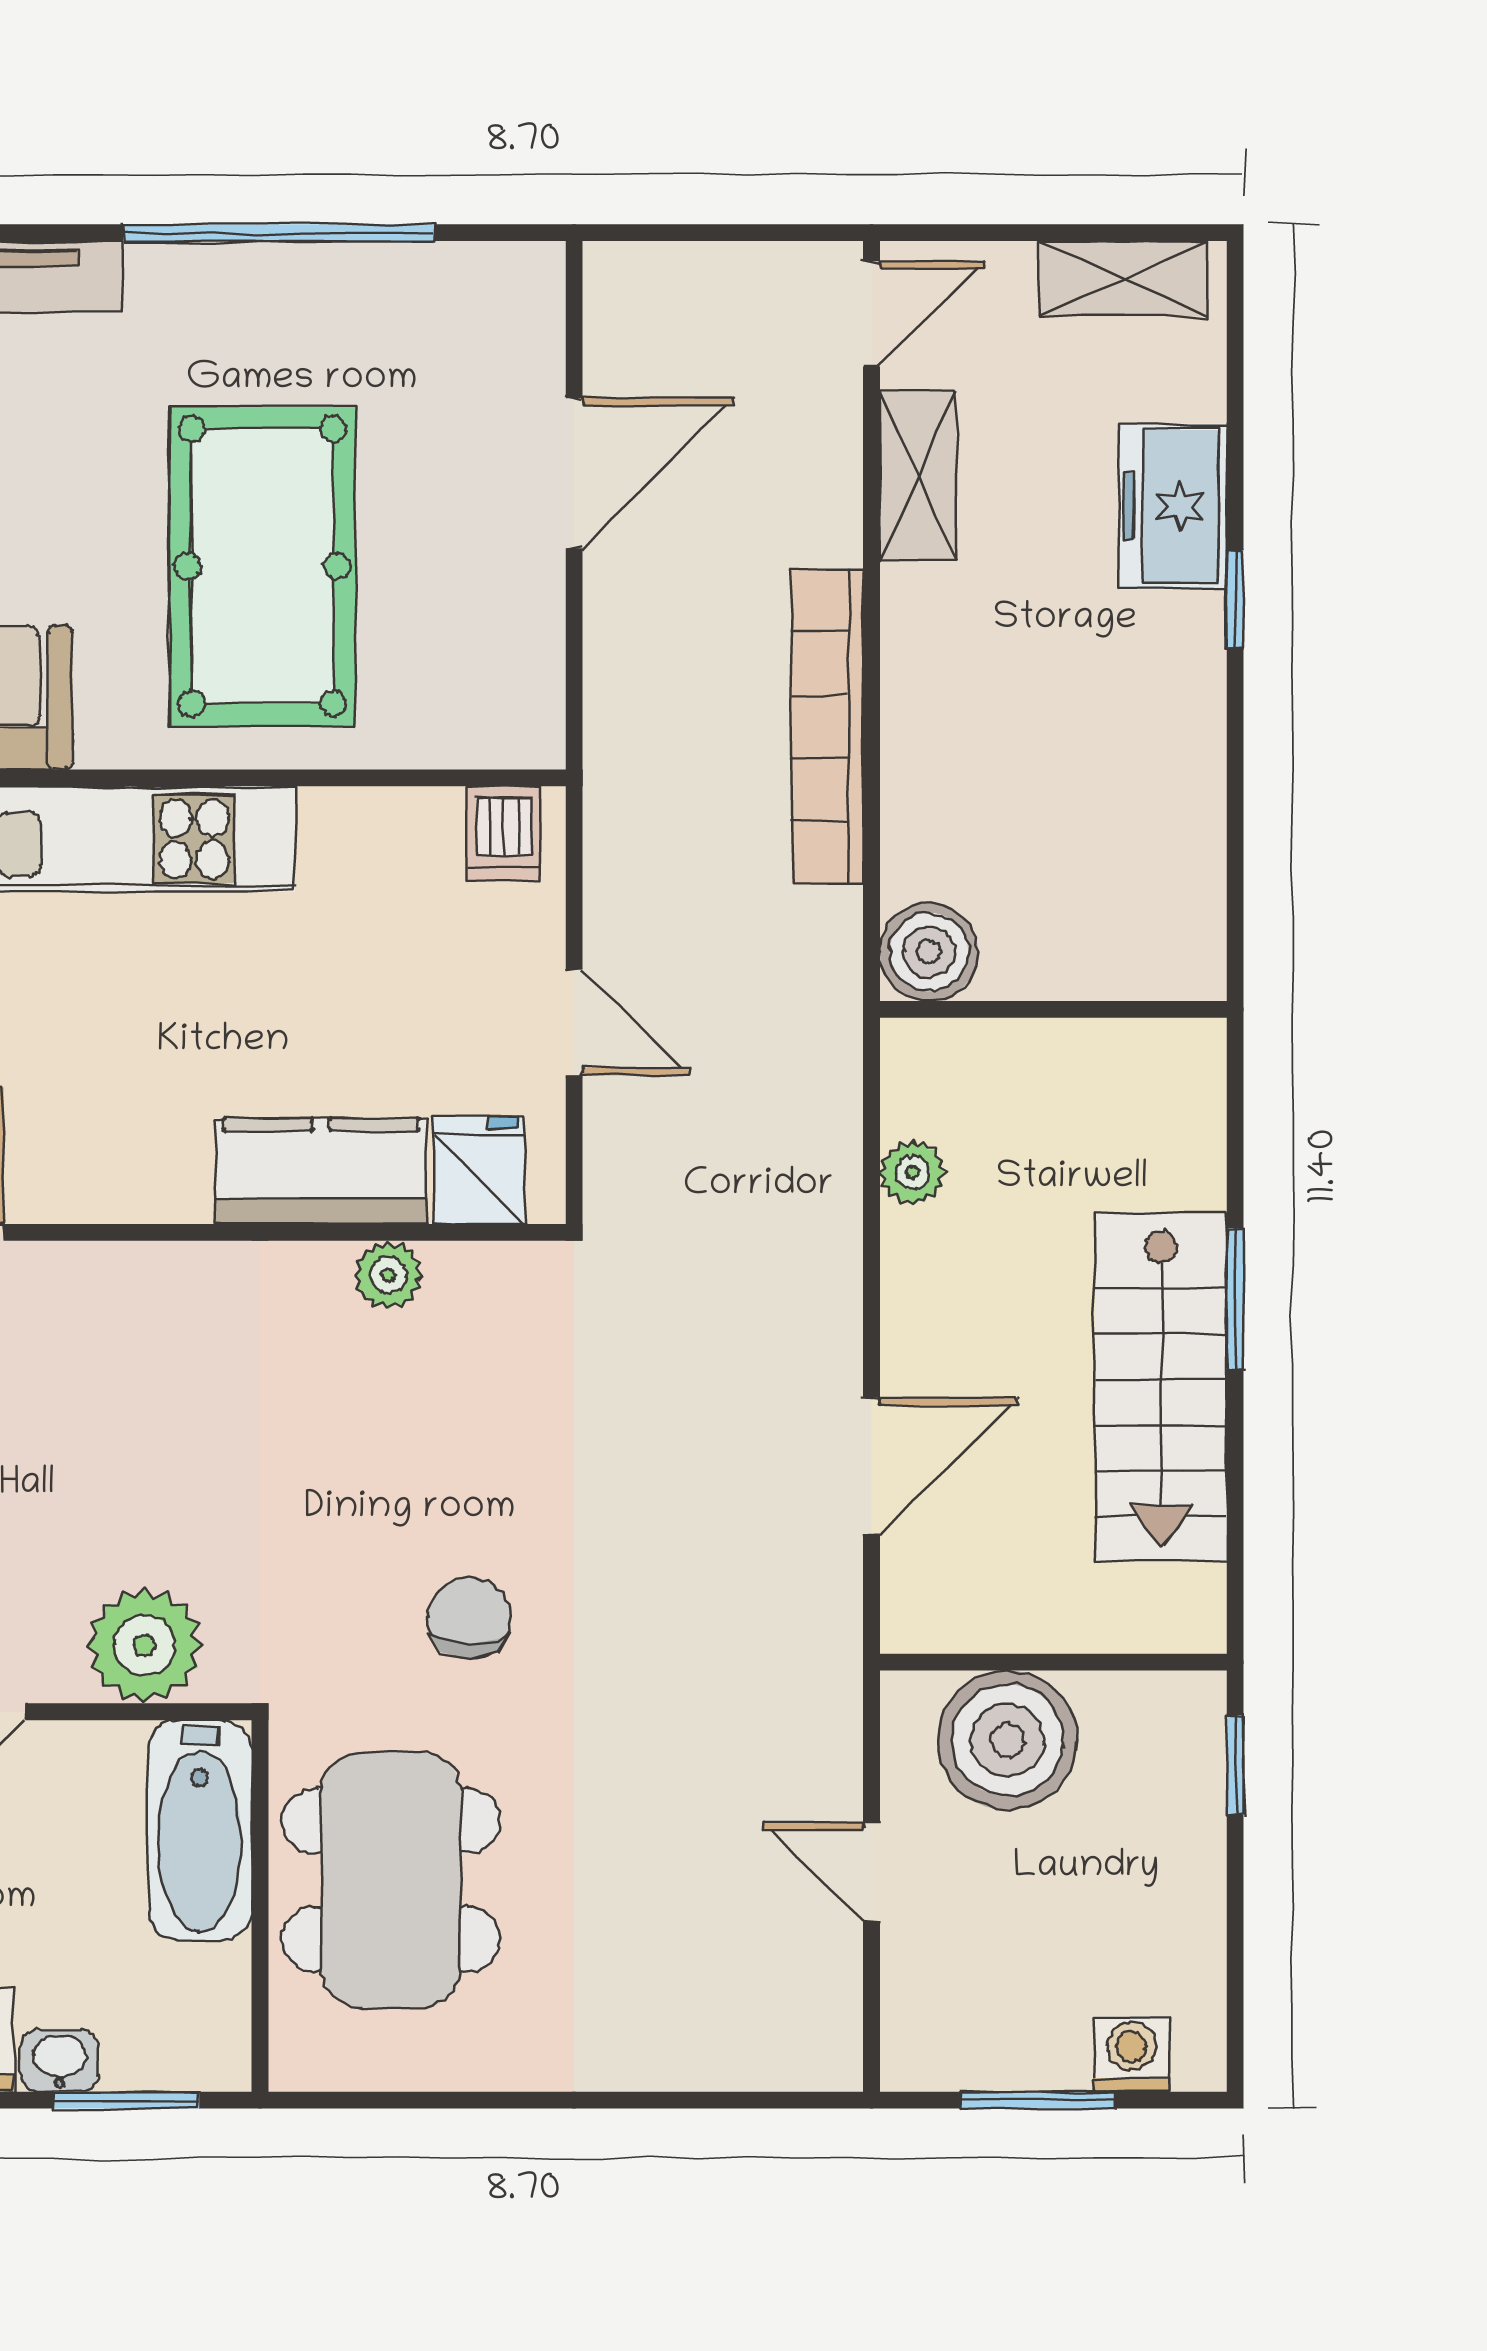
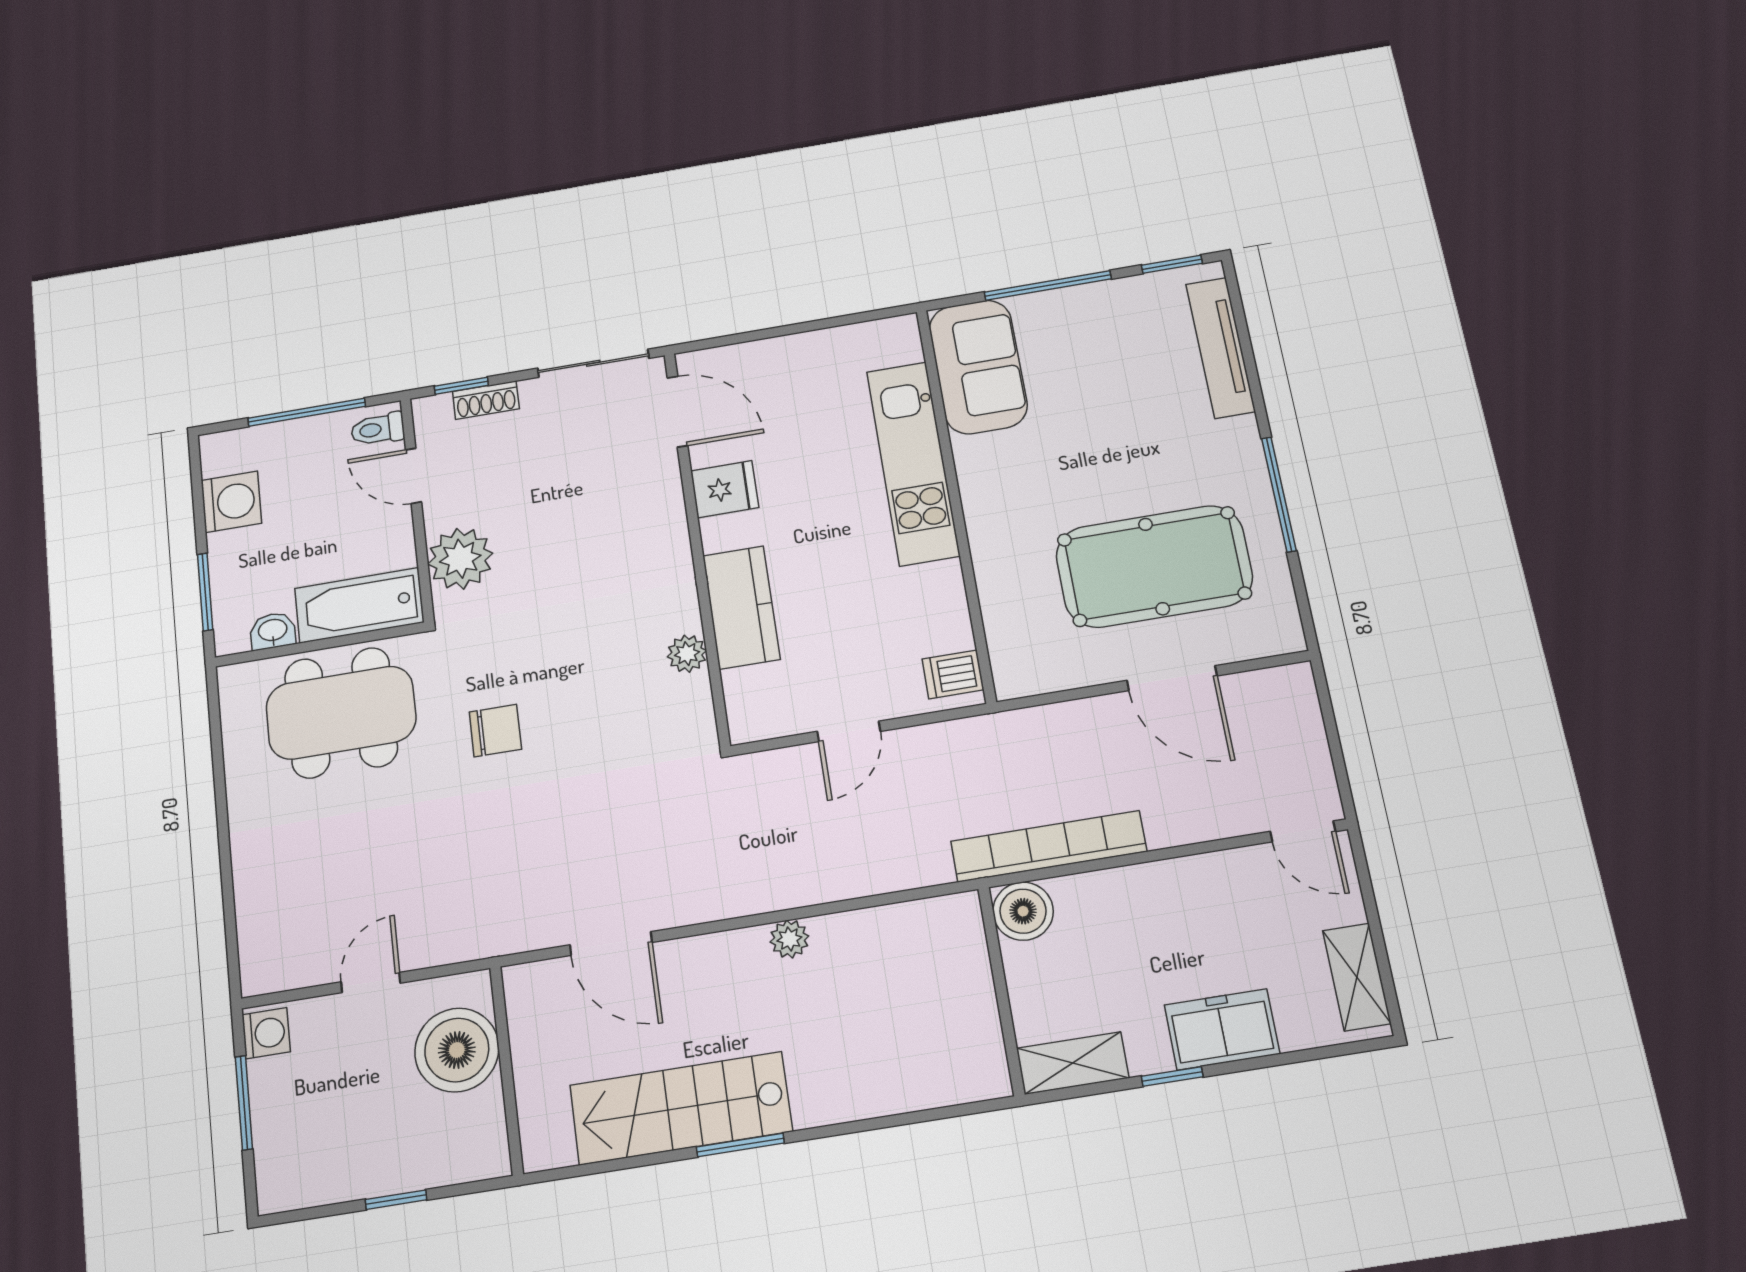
window: (279, 233) -> (1279, 494), width x0.68
shelving: (918, 475) -> (1073, 1063), moved
pool table: (262, 566) -> (1154, 566), moved
boiler: (929, 952) -> (1023, 911), moved
wall: (1053, 1009) -> (1001, 990), moved
fridge: (479, 1170) -> (725, 489), moved
window: (1235, 1765) -> (396, 1200), moved
washing machine: (1131, 2054) -> (266, 1033), moved
washbasin: (59, 2060) -> (273, 631), moved, turned -90

